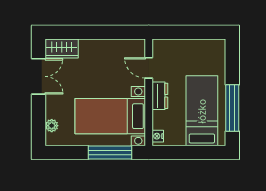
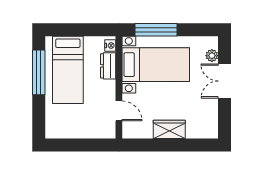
wardrobe: (62, 49) -> (169, 129), moved
double door: (38, 76) -> (225, 81), moved
dresser: (160, 96) -> (108, 66), moved

